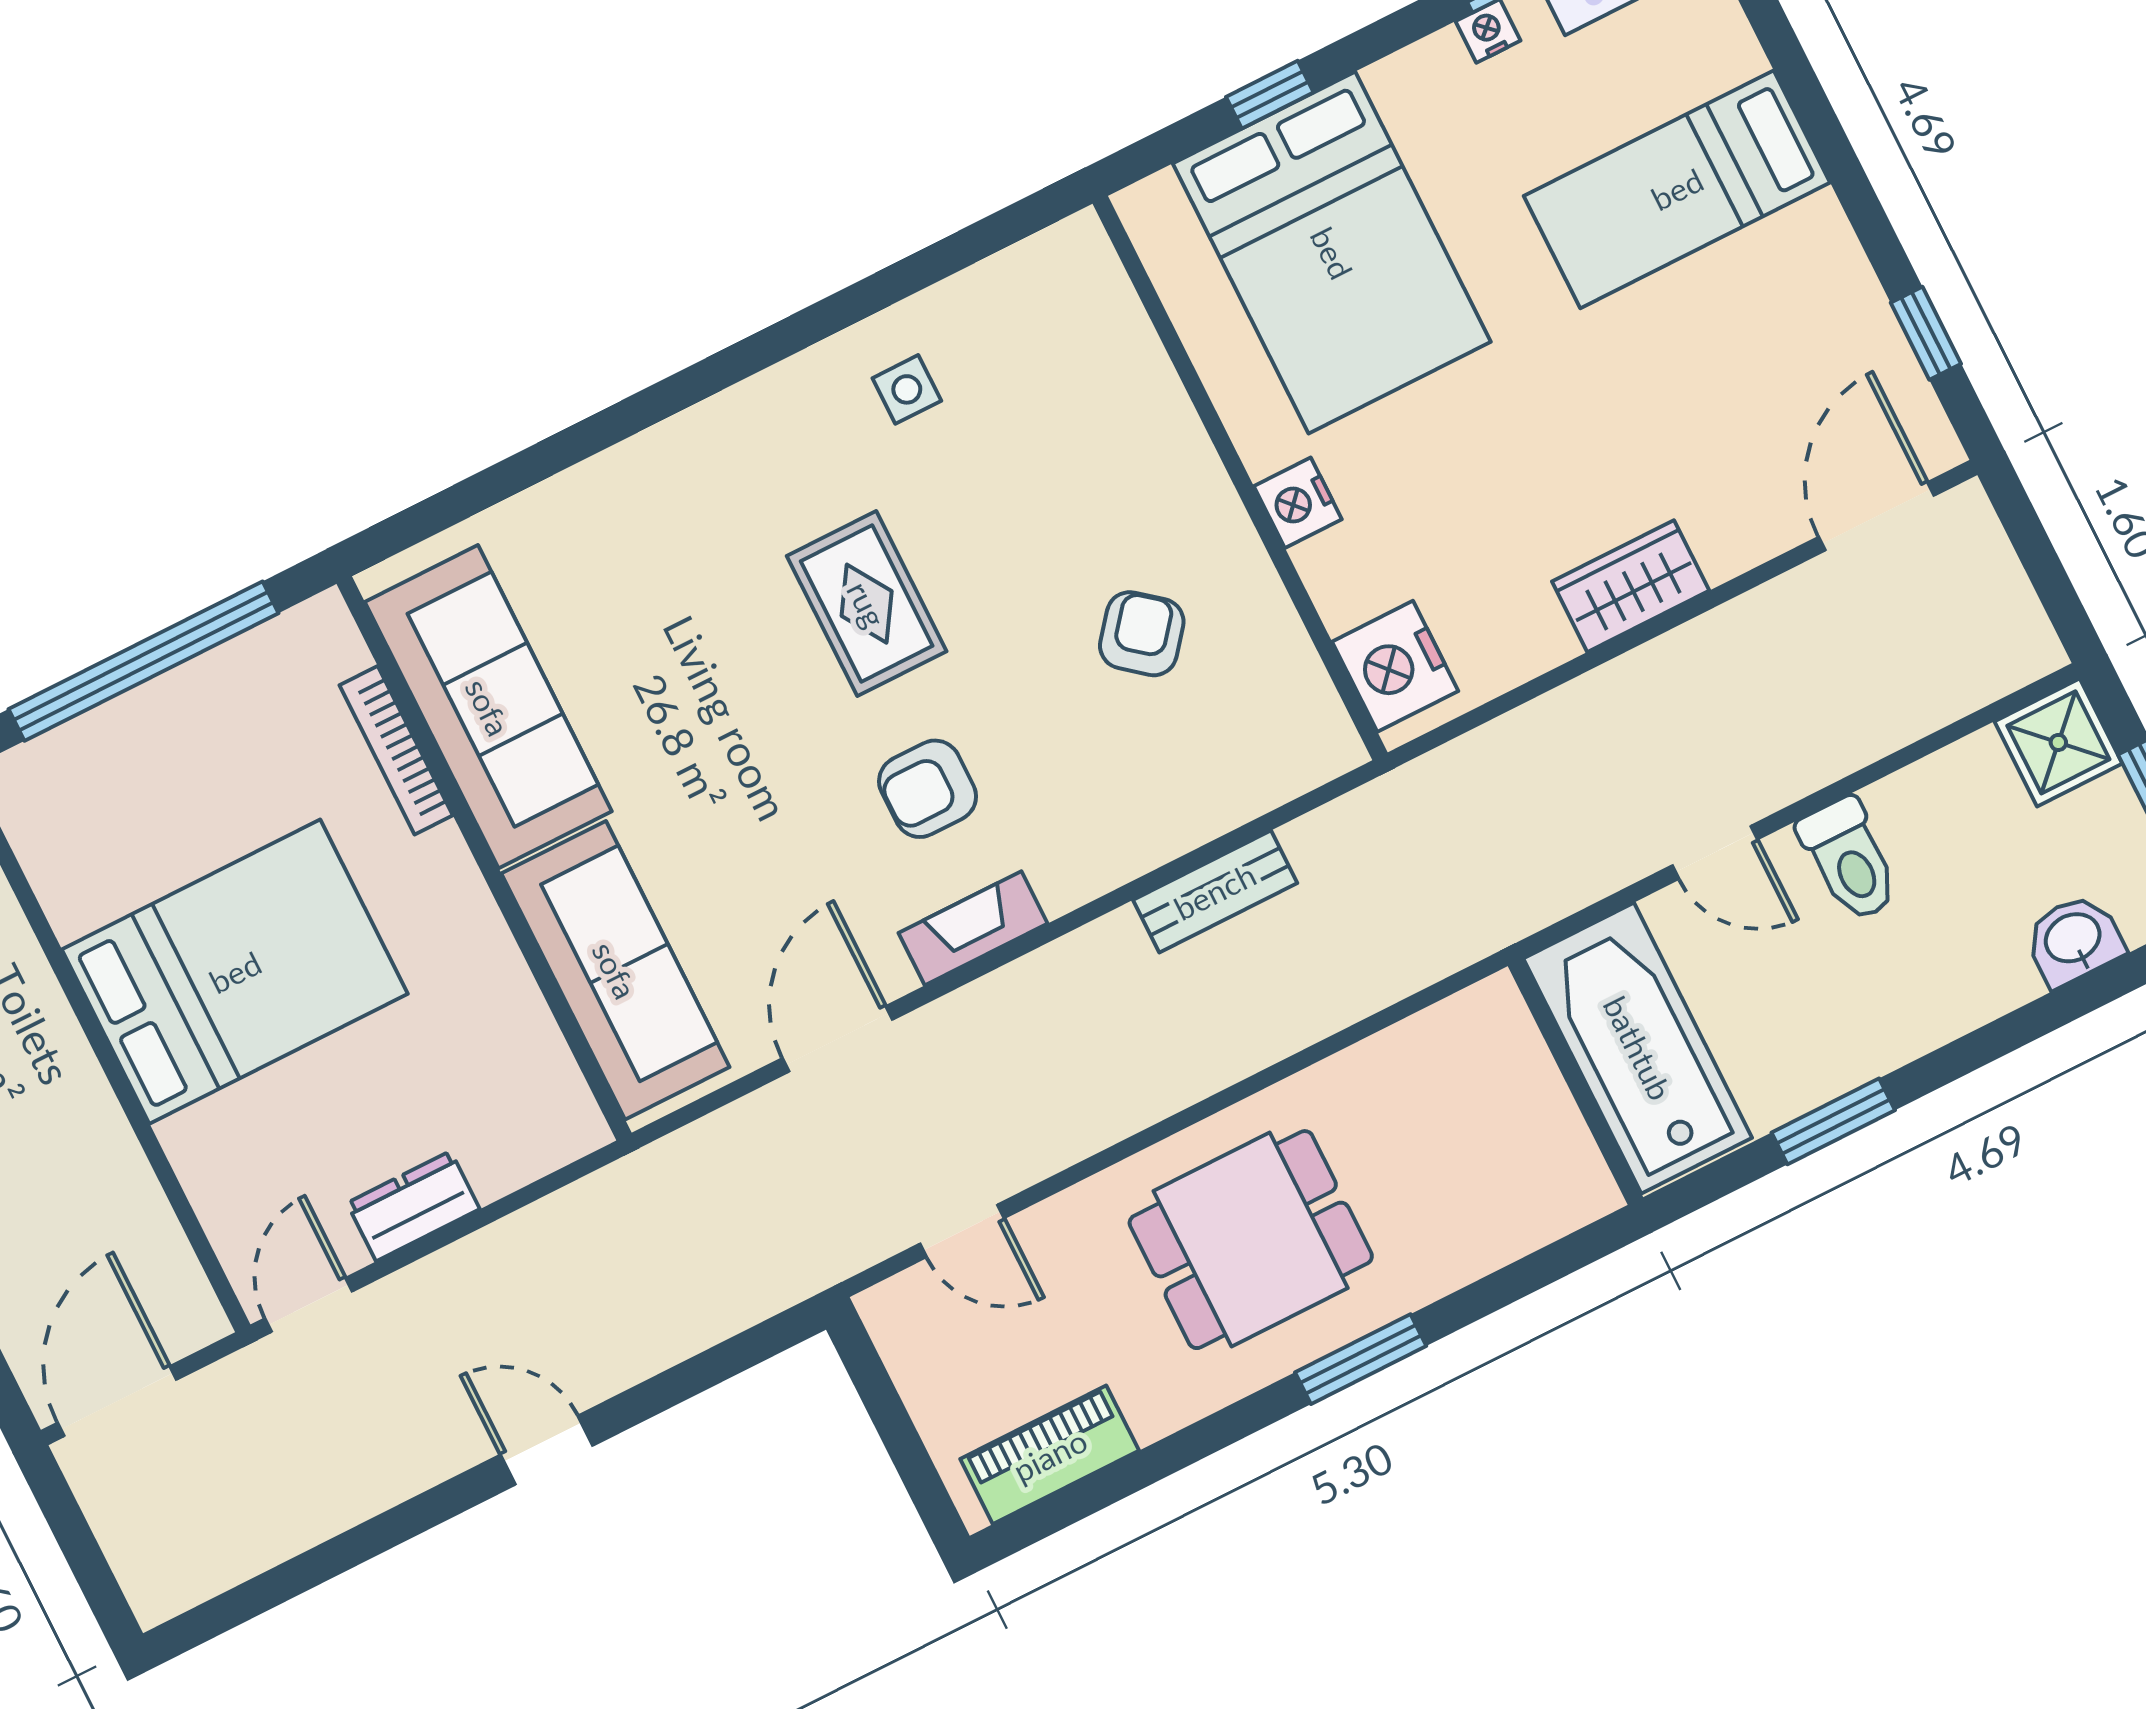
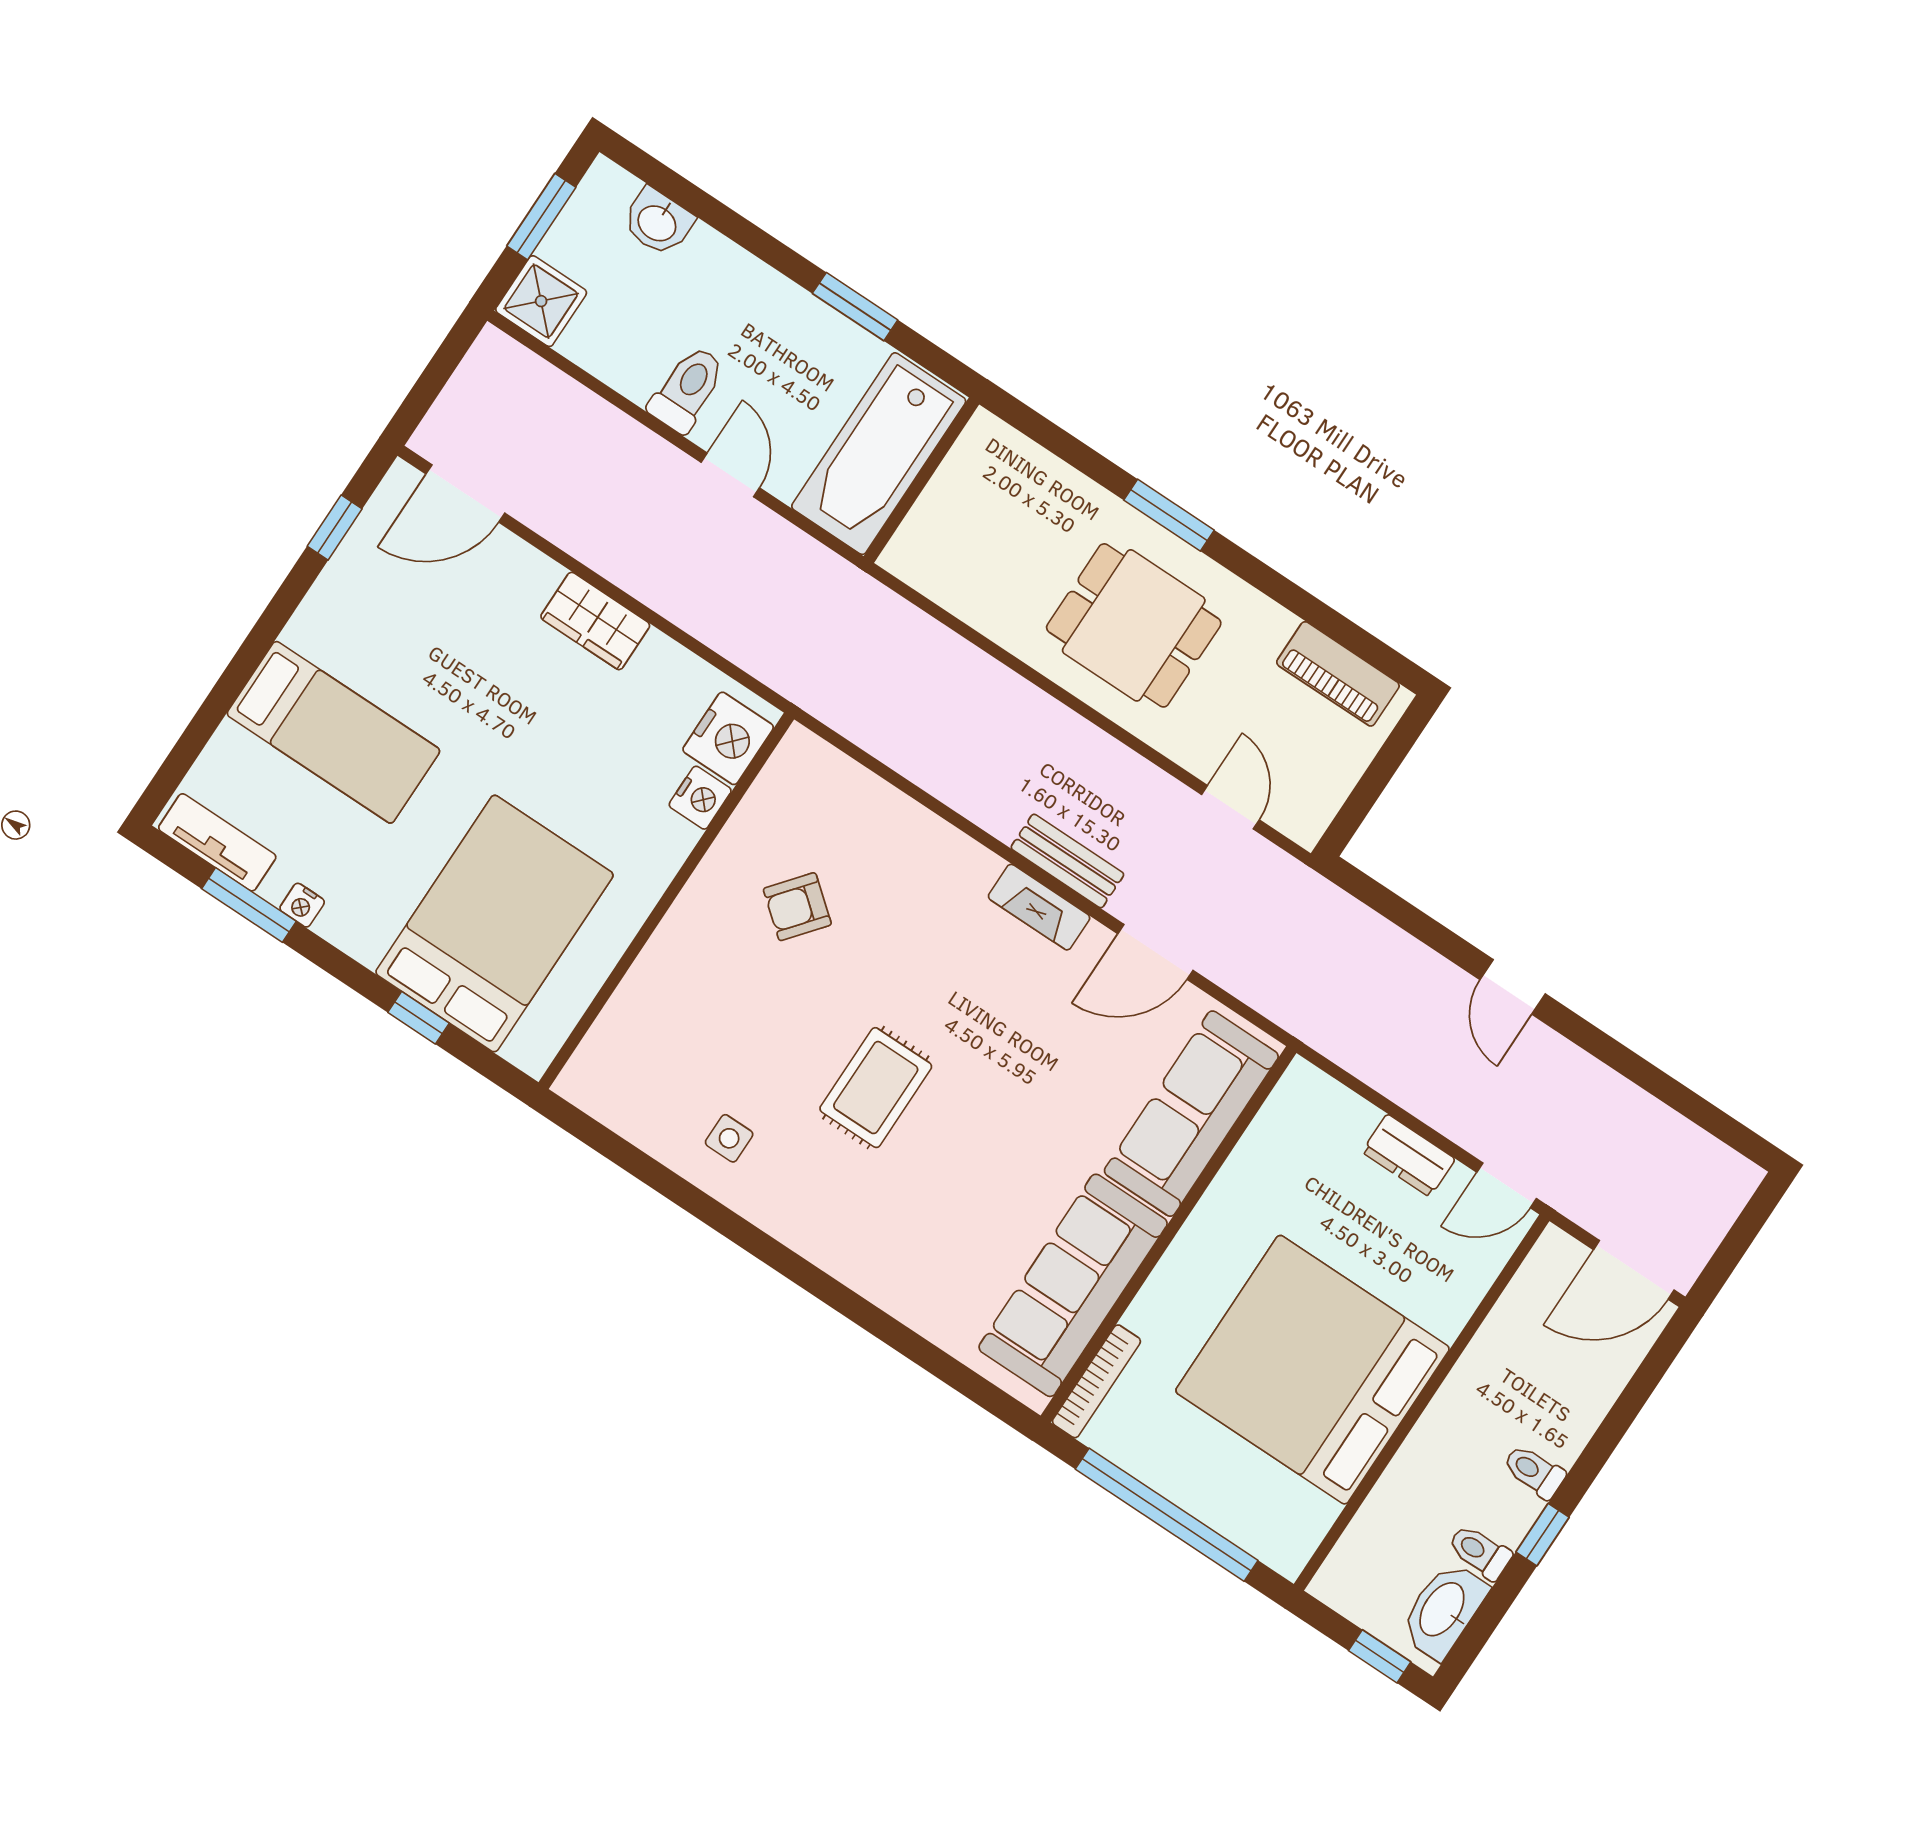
nightstand: (1298, 503) -> (700, 798), moved
bookcase: (396, 750) -> (1096, 1381), moved
armchair: (928, 789) -> (969, 985), removed
bench: (1215, 891) -> (1067, 861), moved
bed: (235, 972) -> (1312, 1370), width x1.36

